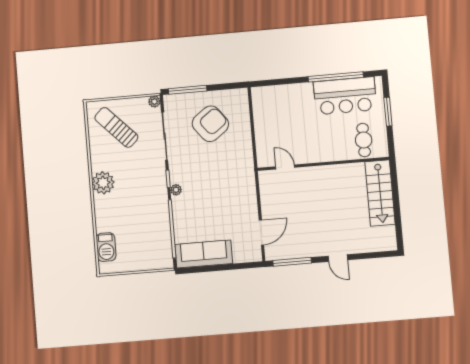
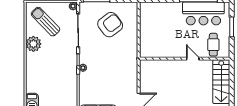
door: (285, 167) -> (193, 59), moved
plant: (103, 183) -> (33, 44), moved

